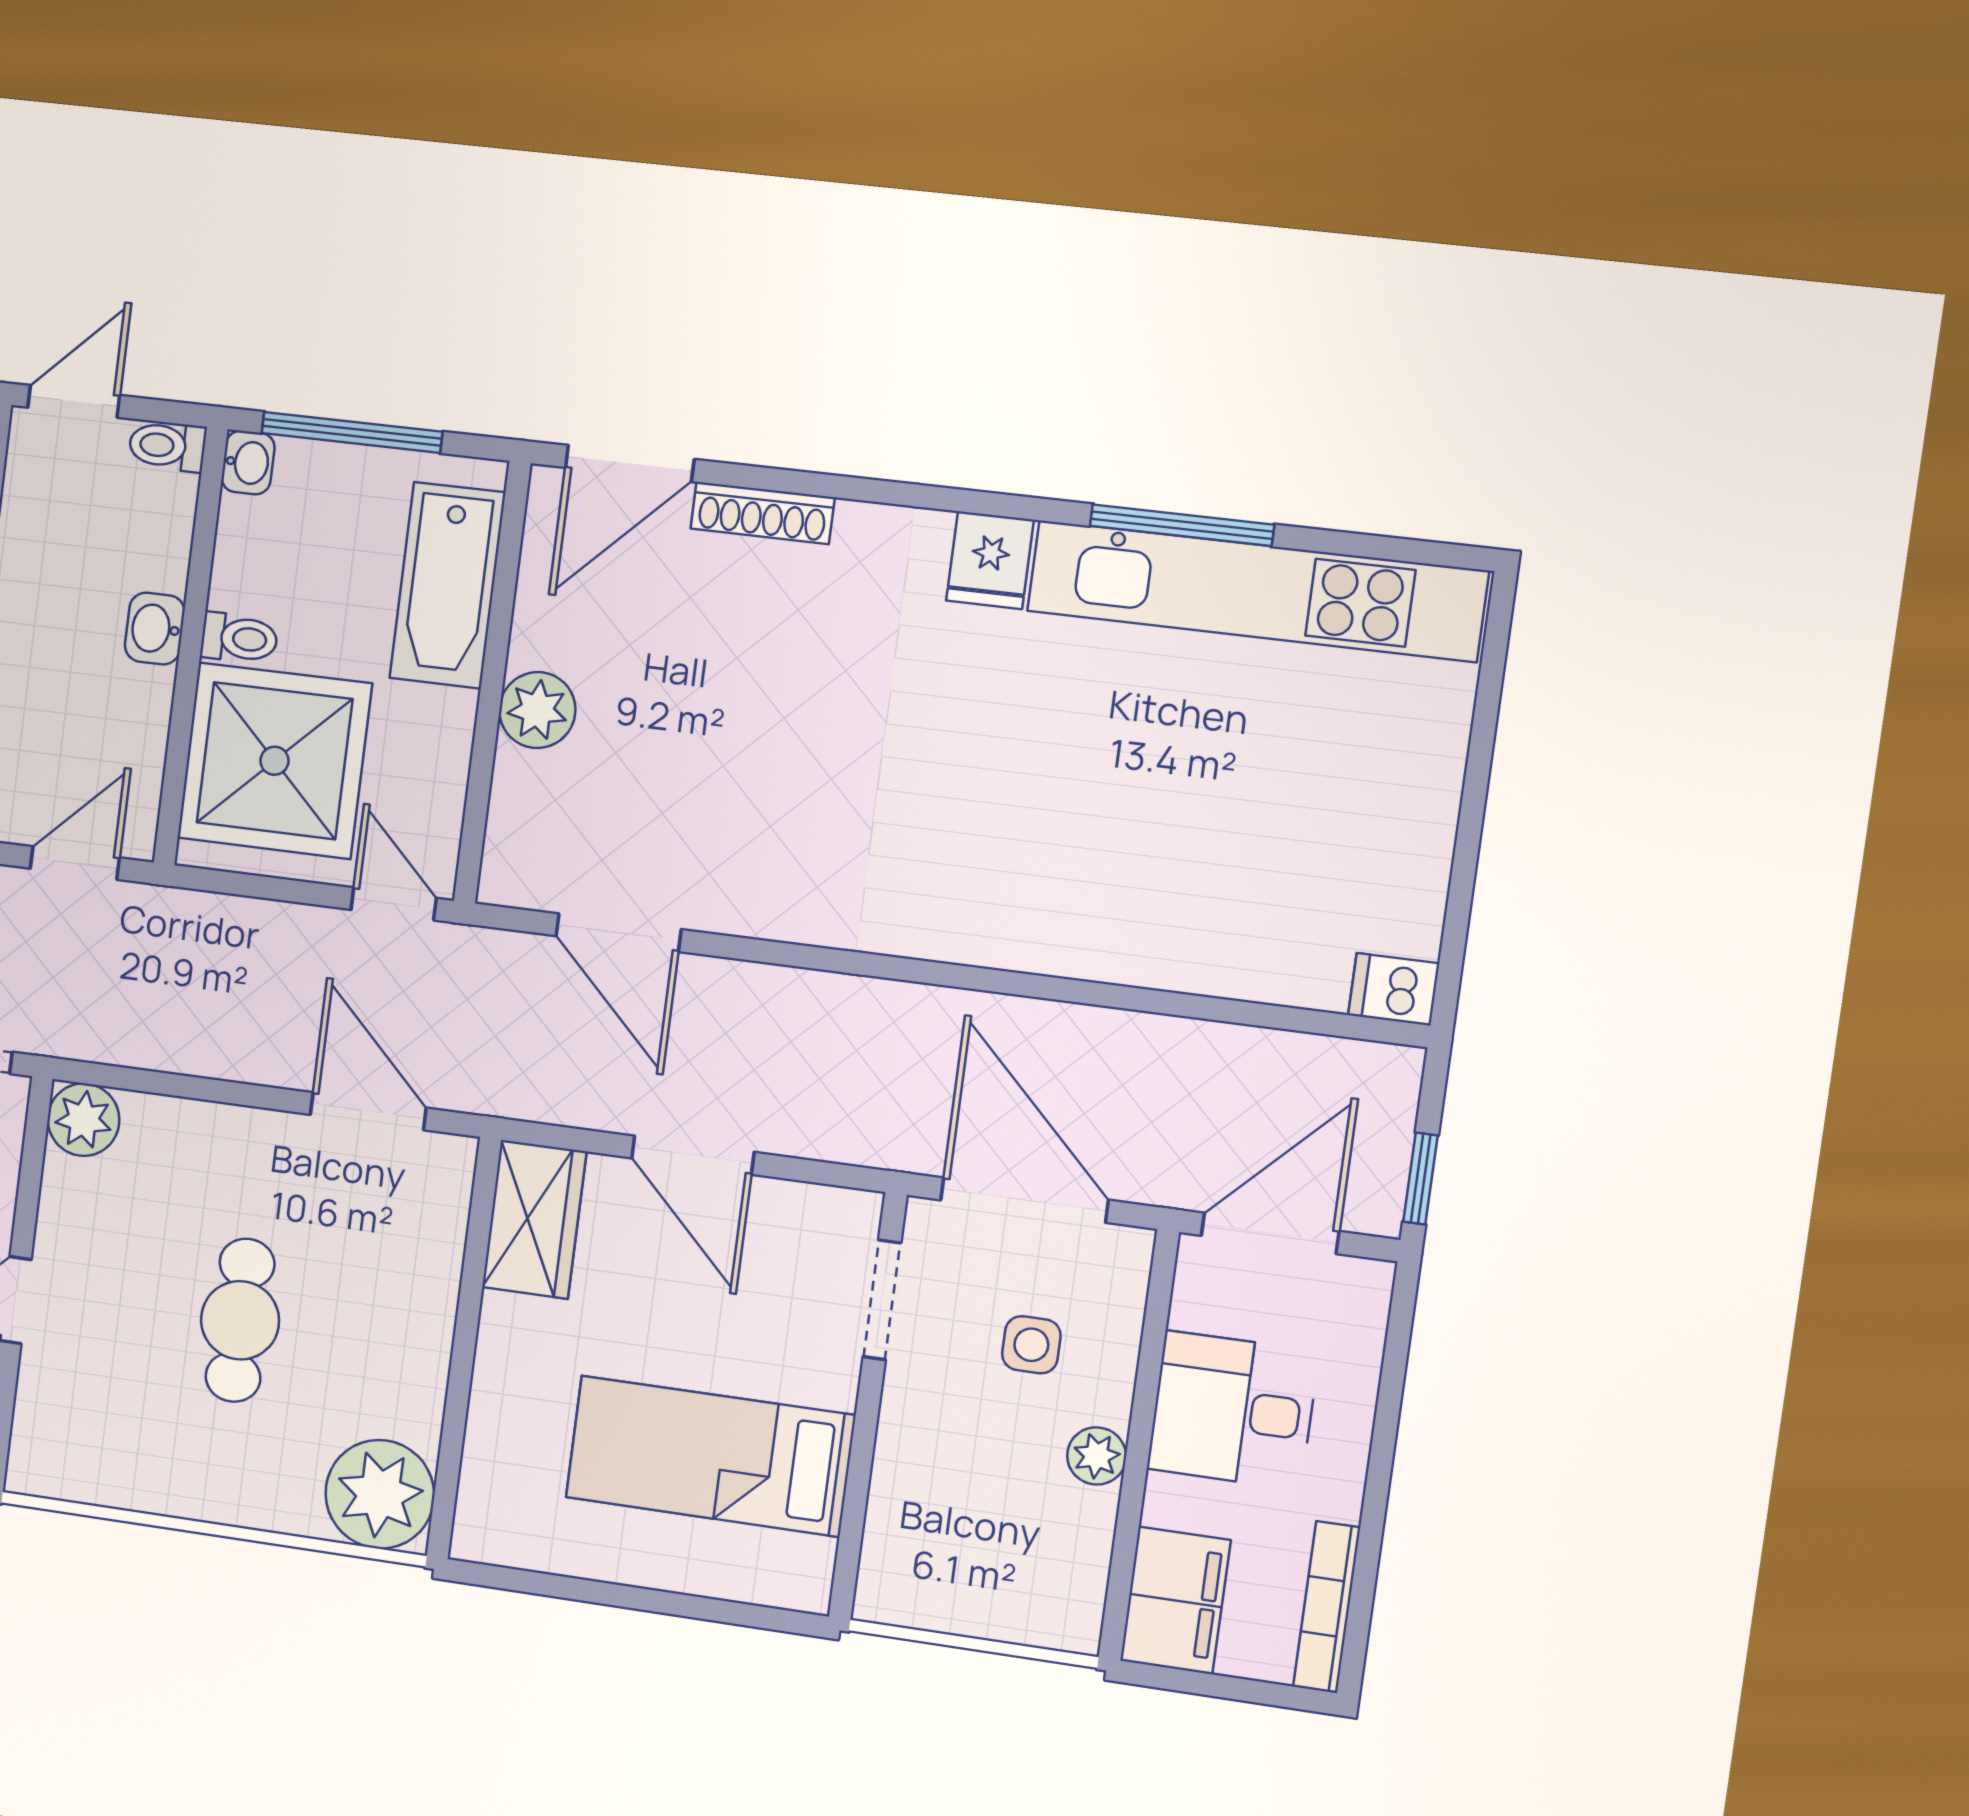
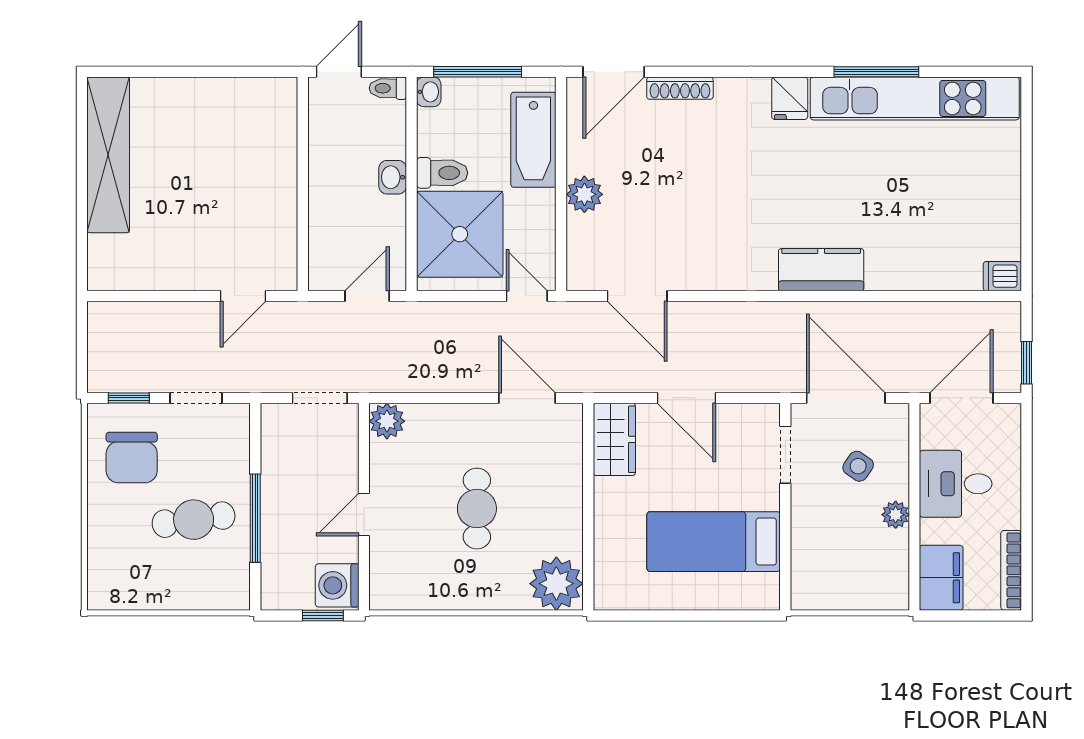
toilet: (239, 638) -> (442, 173), width x1.37, depth x1.39
kitchen counter: (1008, 927) -> (821, 270), added
side table: (1031, 1345) -> (858, 466), turned 35

